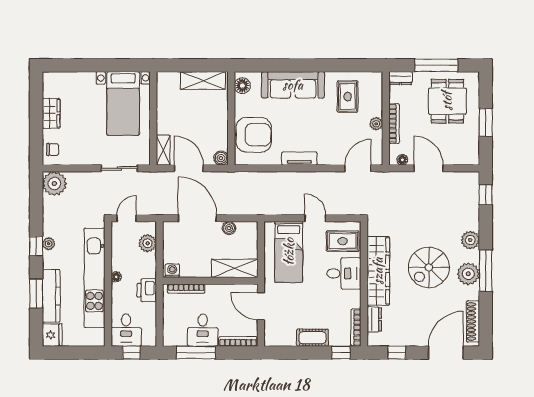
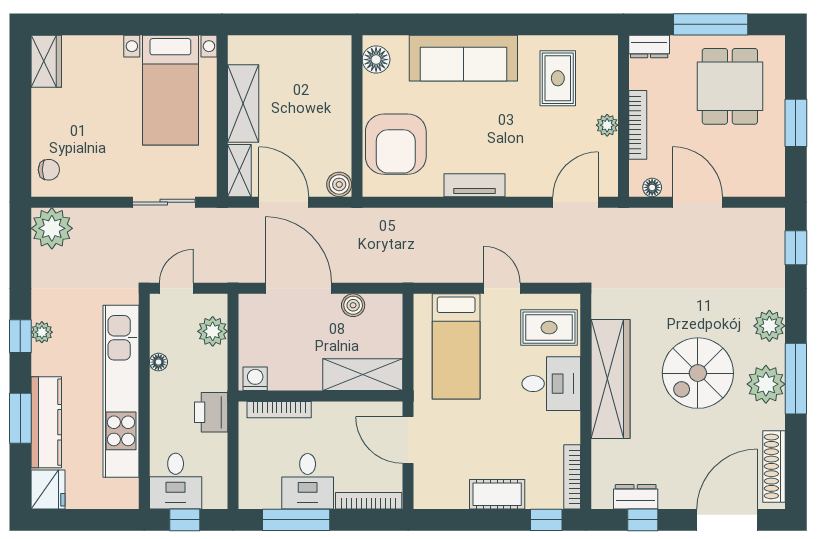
shelving: (203, 81) -> (243, 104), moved, turned 90
wardrobe: (51, 113) -> (46, 61), moved
armchair: (254, 135) -> (396, 144), turned 90
floor lamp: (116, 277) -> (158, 362), moved
dresser: (374, 319) -> (636, 497), moved, turned -90

